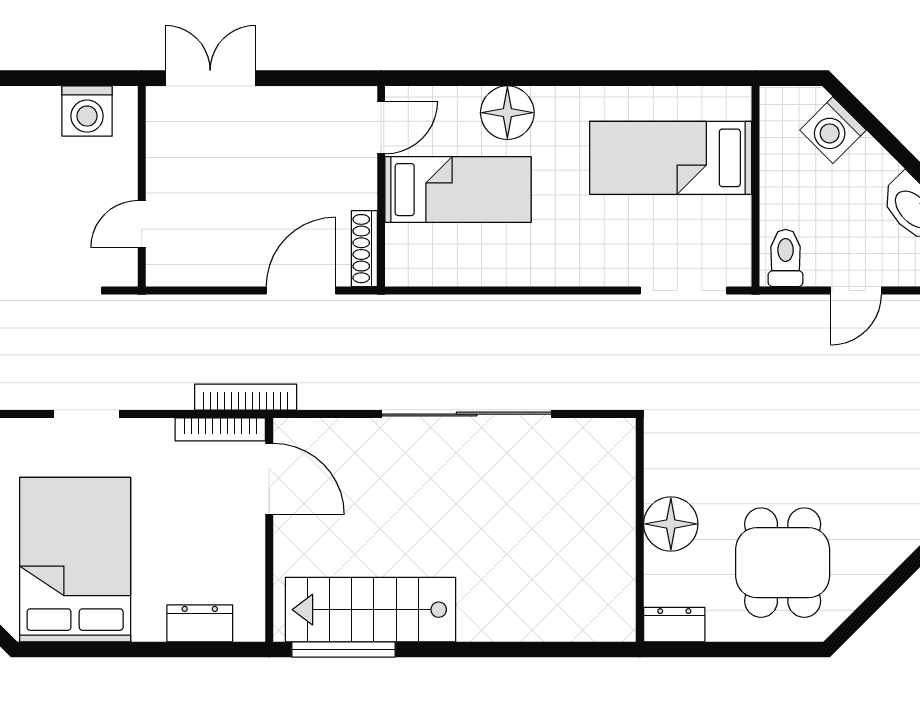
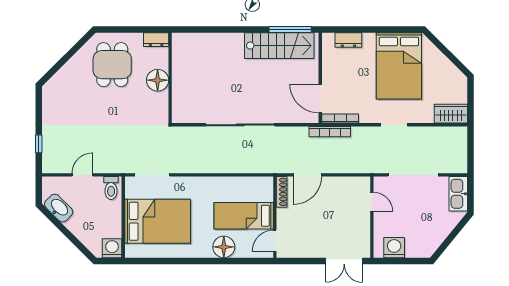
washing machine: (833, 130) -> (112, 248), moved, turned -45
bed: (671, 158) -> (158, 221), width x1.50
door: (142, 224) -> (372, 202), hinge flipped

